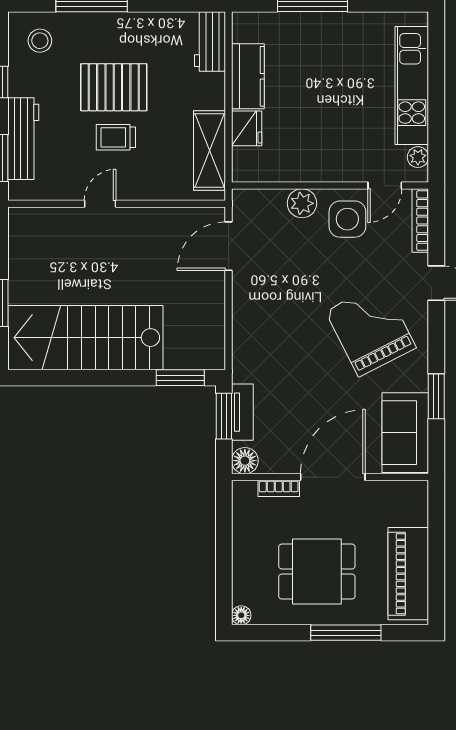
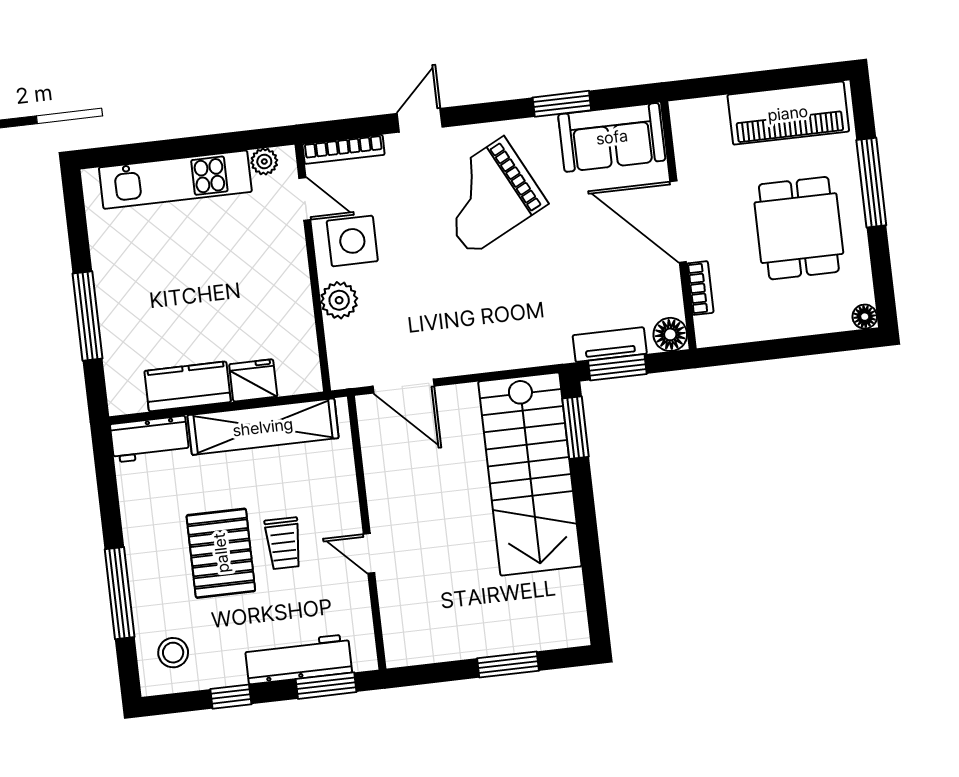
shelving: (209, 151) -> (263, 427), width x1.47
stairs: (85, 338) -> (530, 474), moved

